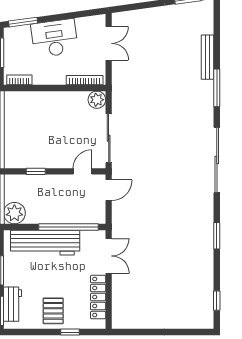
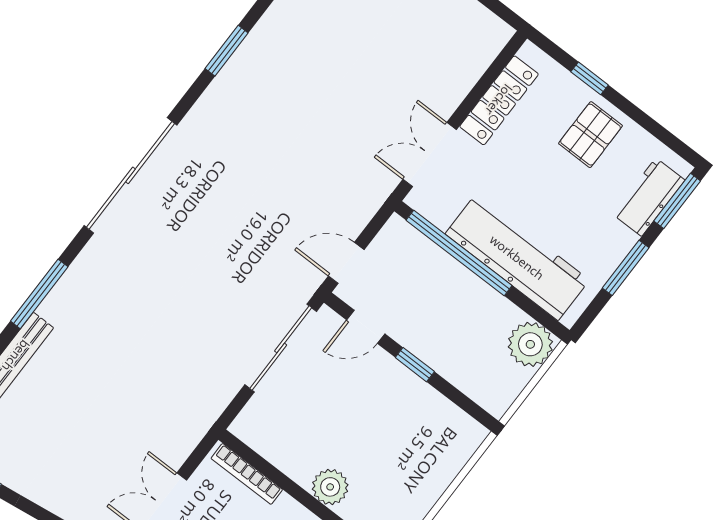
plant: (97, 100) -> (330, 487), moved
window: (36, 171) -> (415, 365), moved

